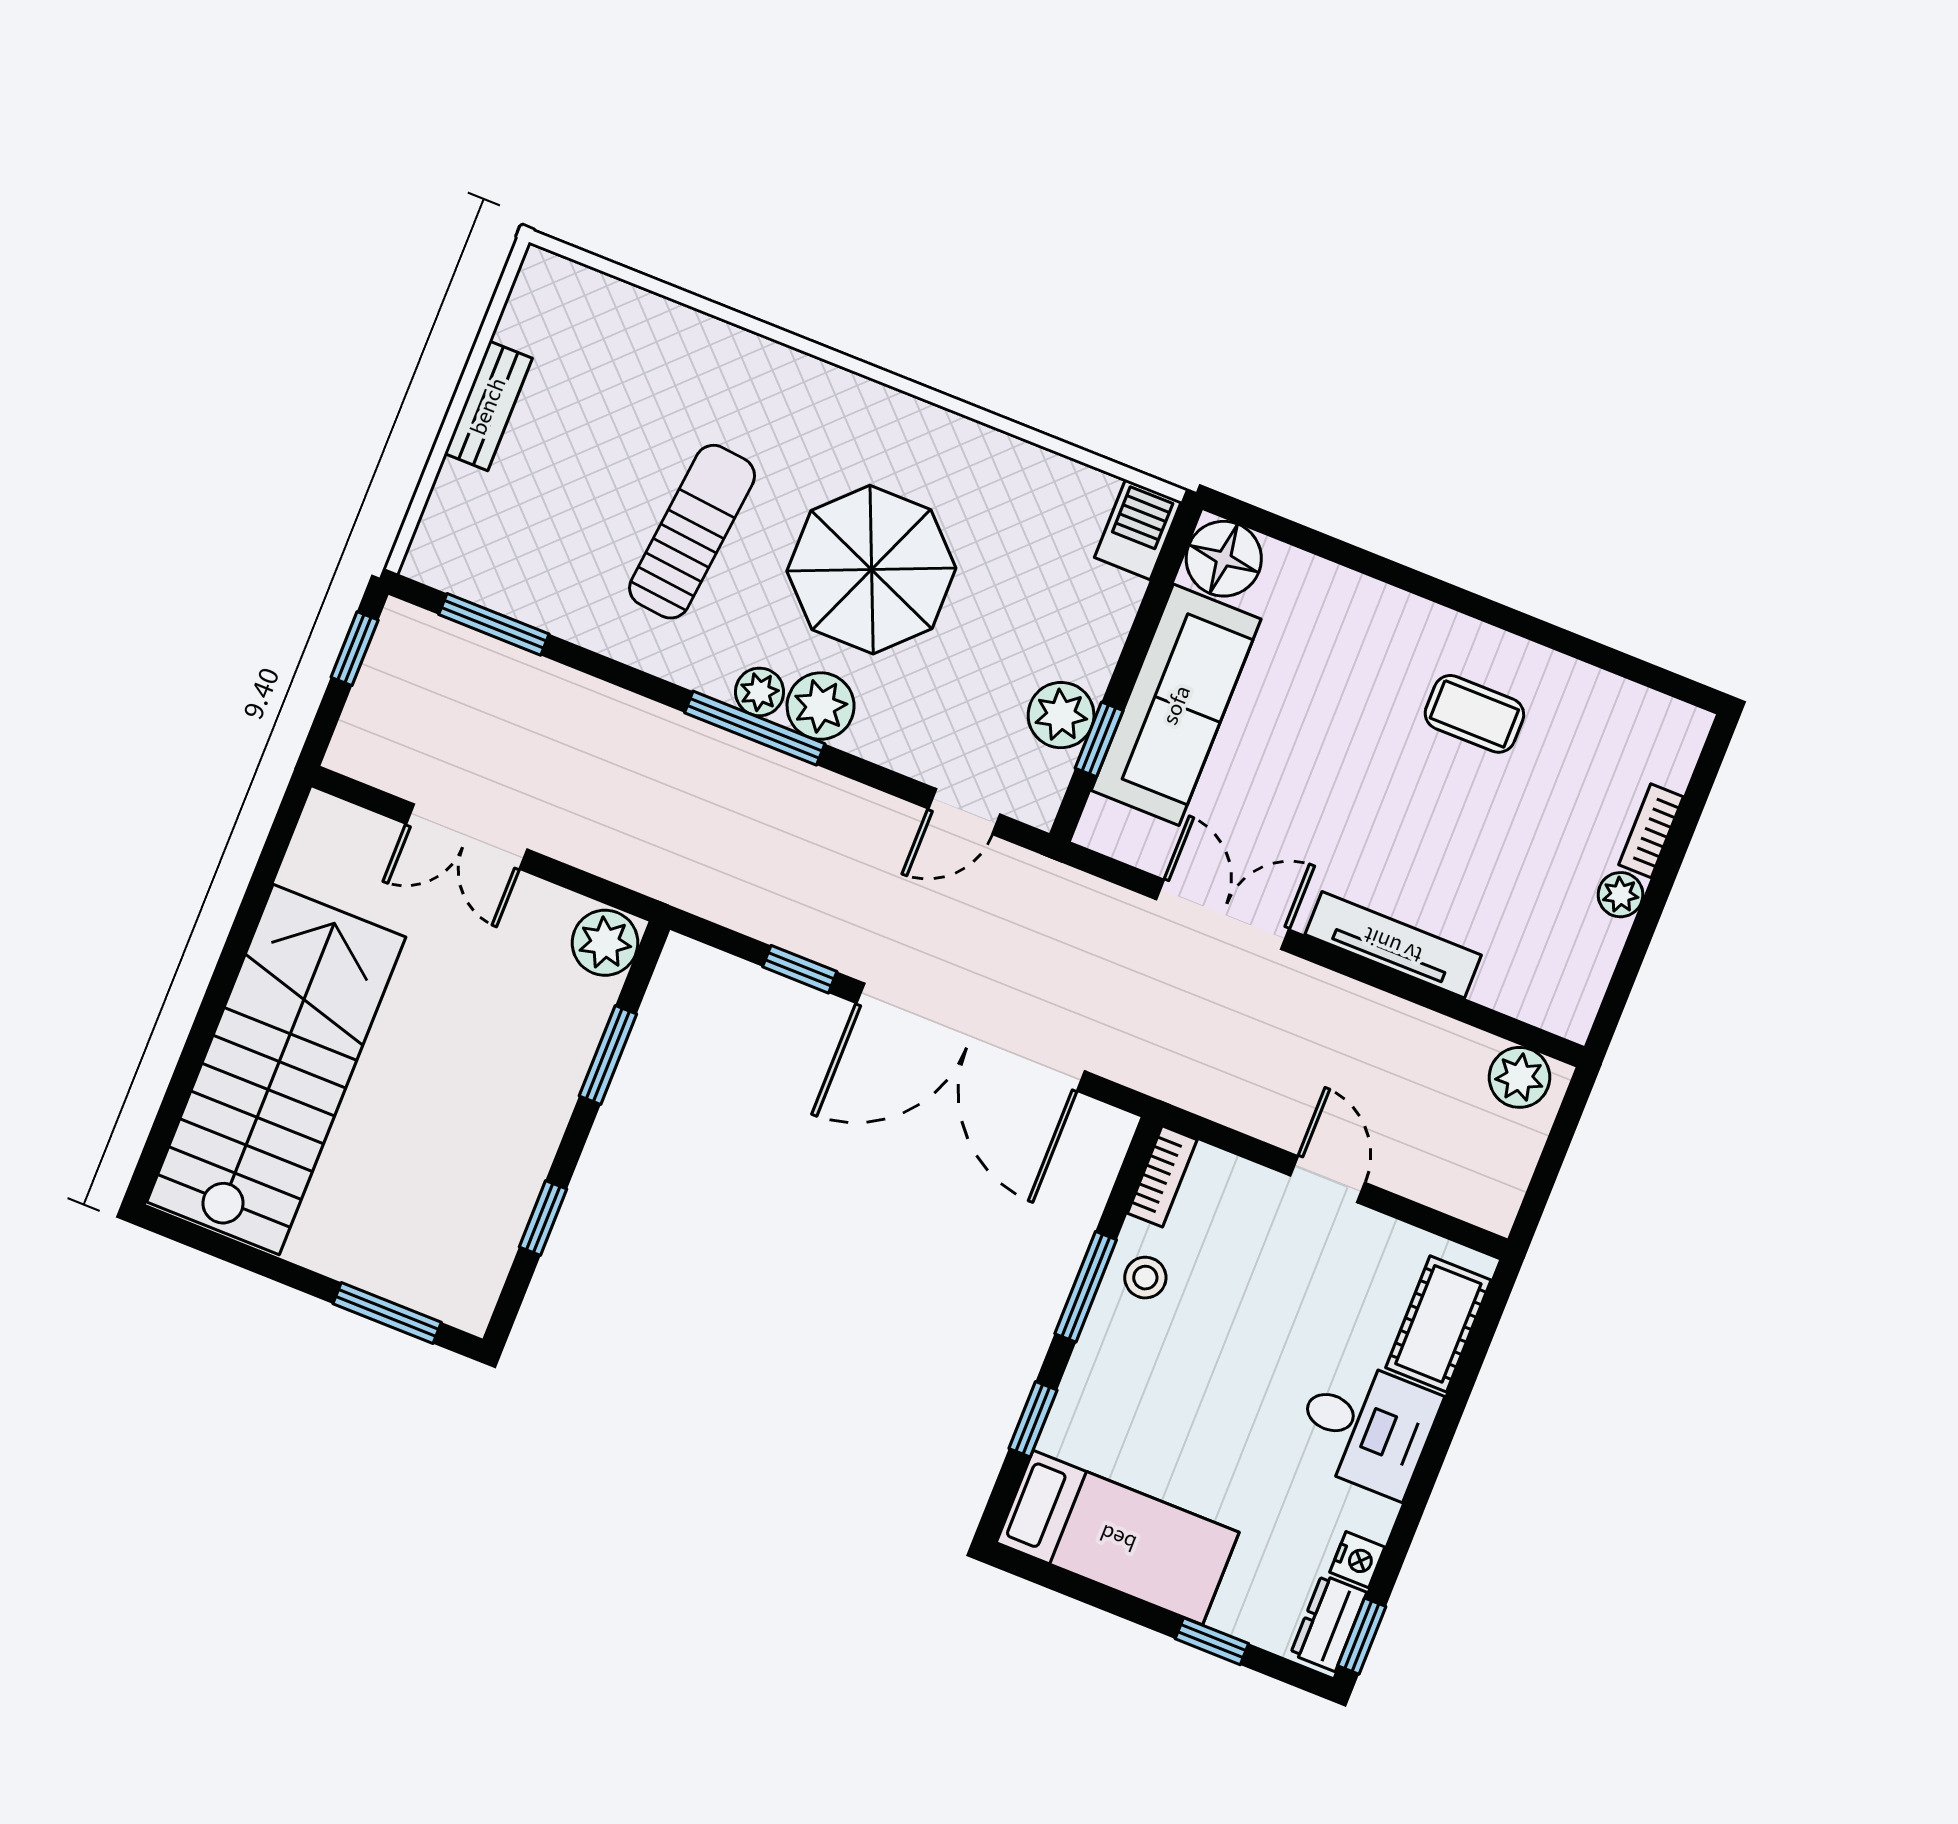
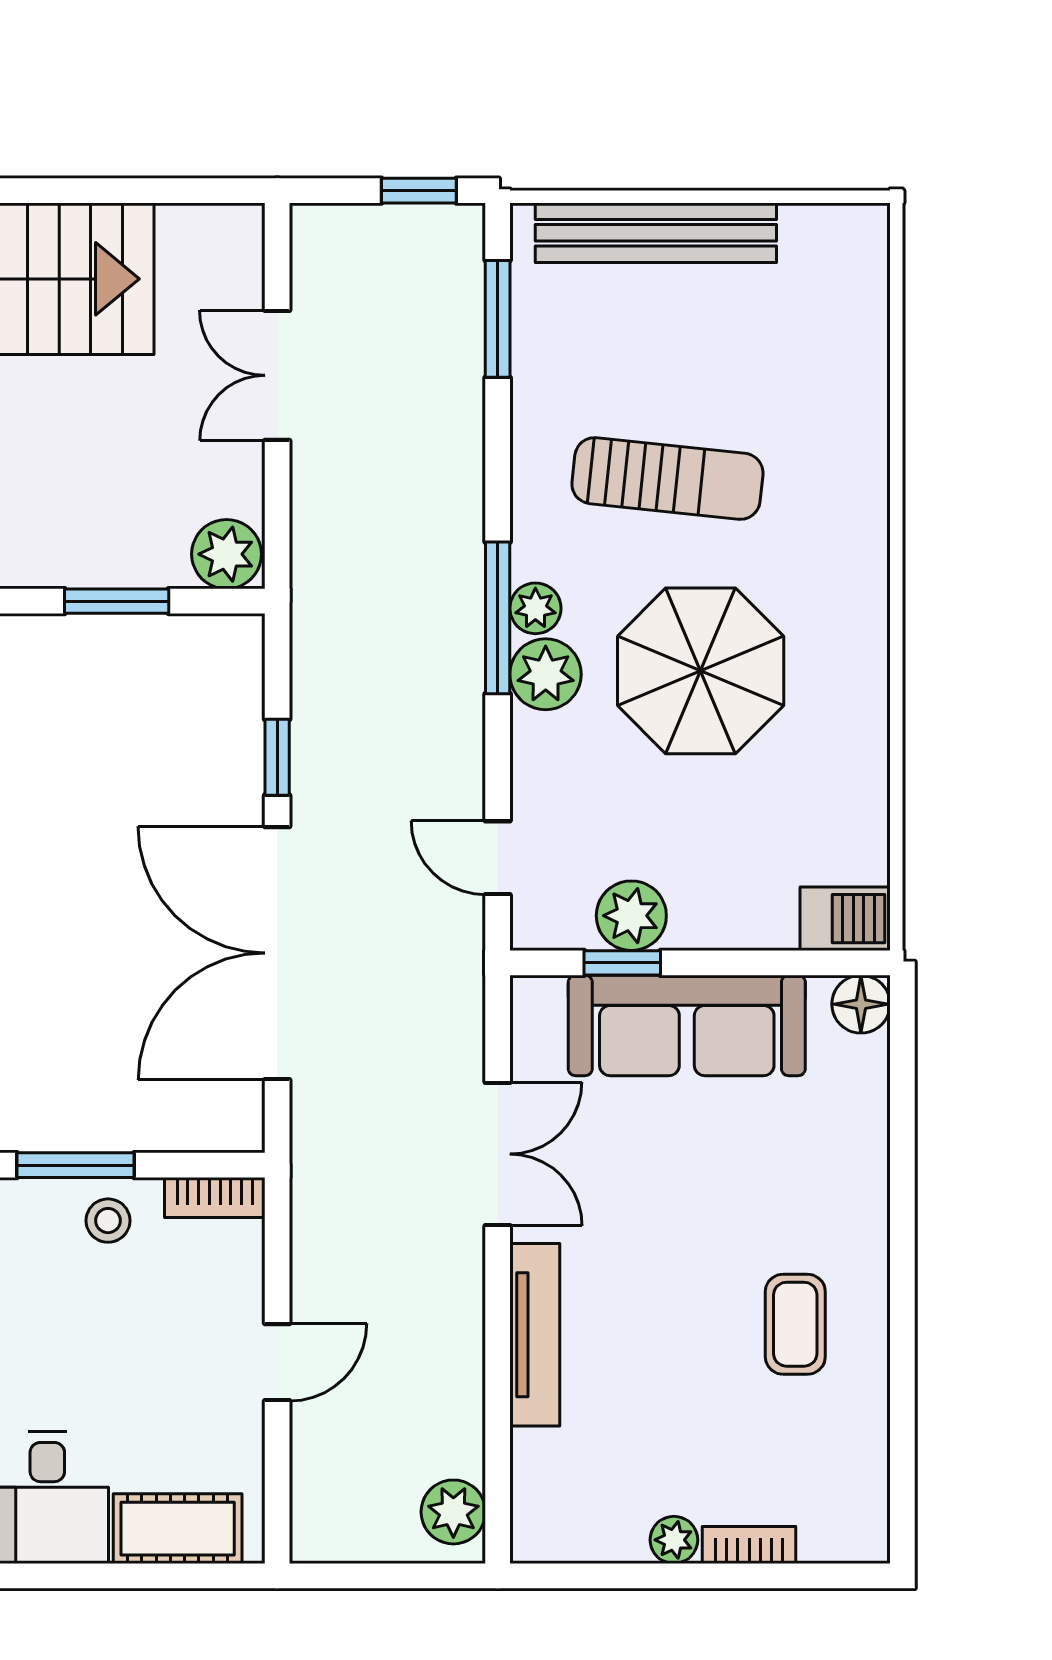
bench: (488, 406) -> (656, 233), width x1.86, depth x1.21
floor lamp: (1224, 559) -> (861, 1004), width x0.73, depth x0.73

